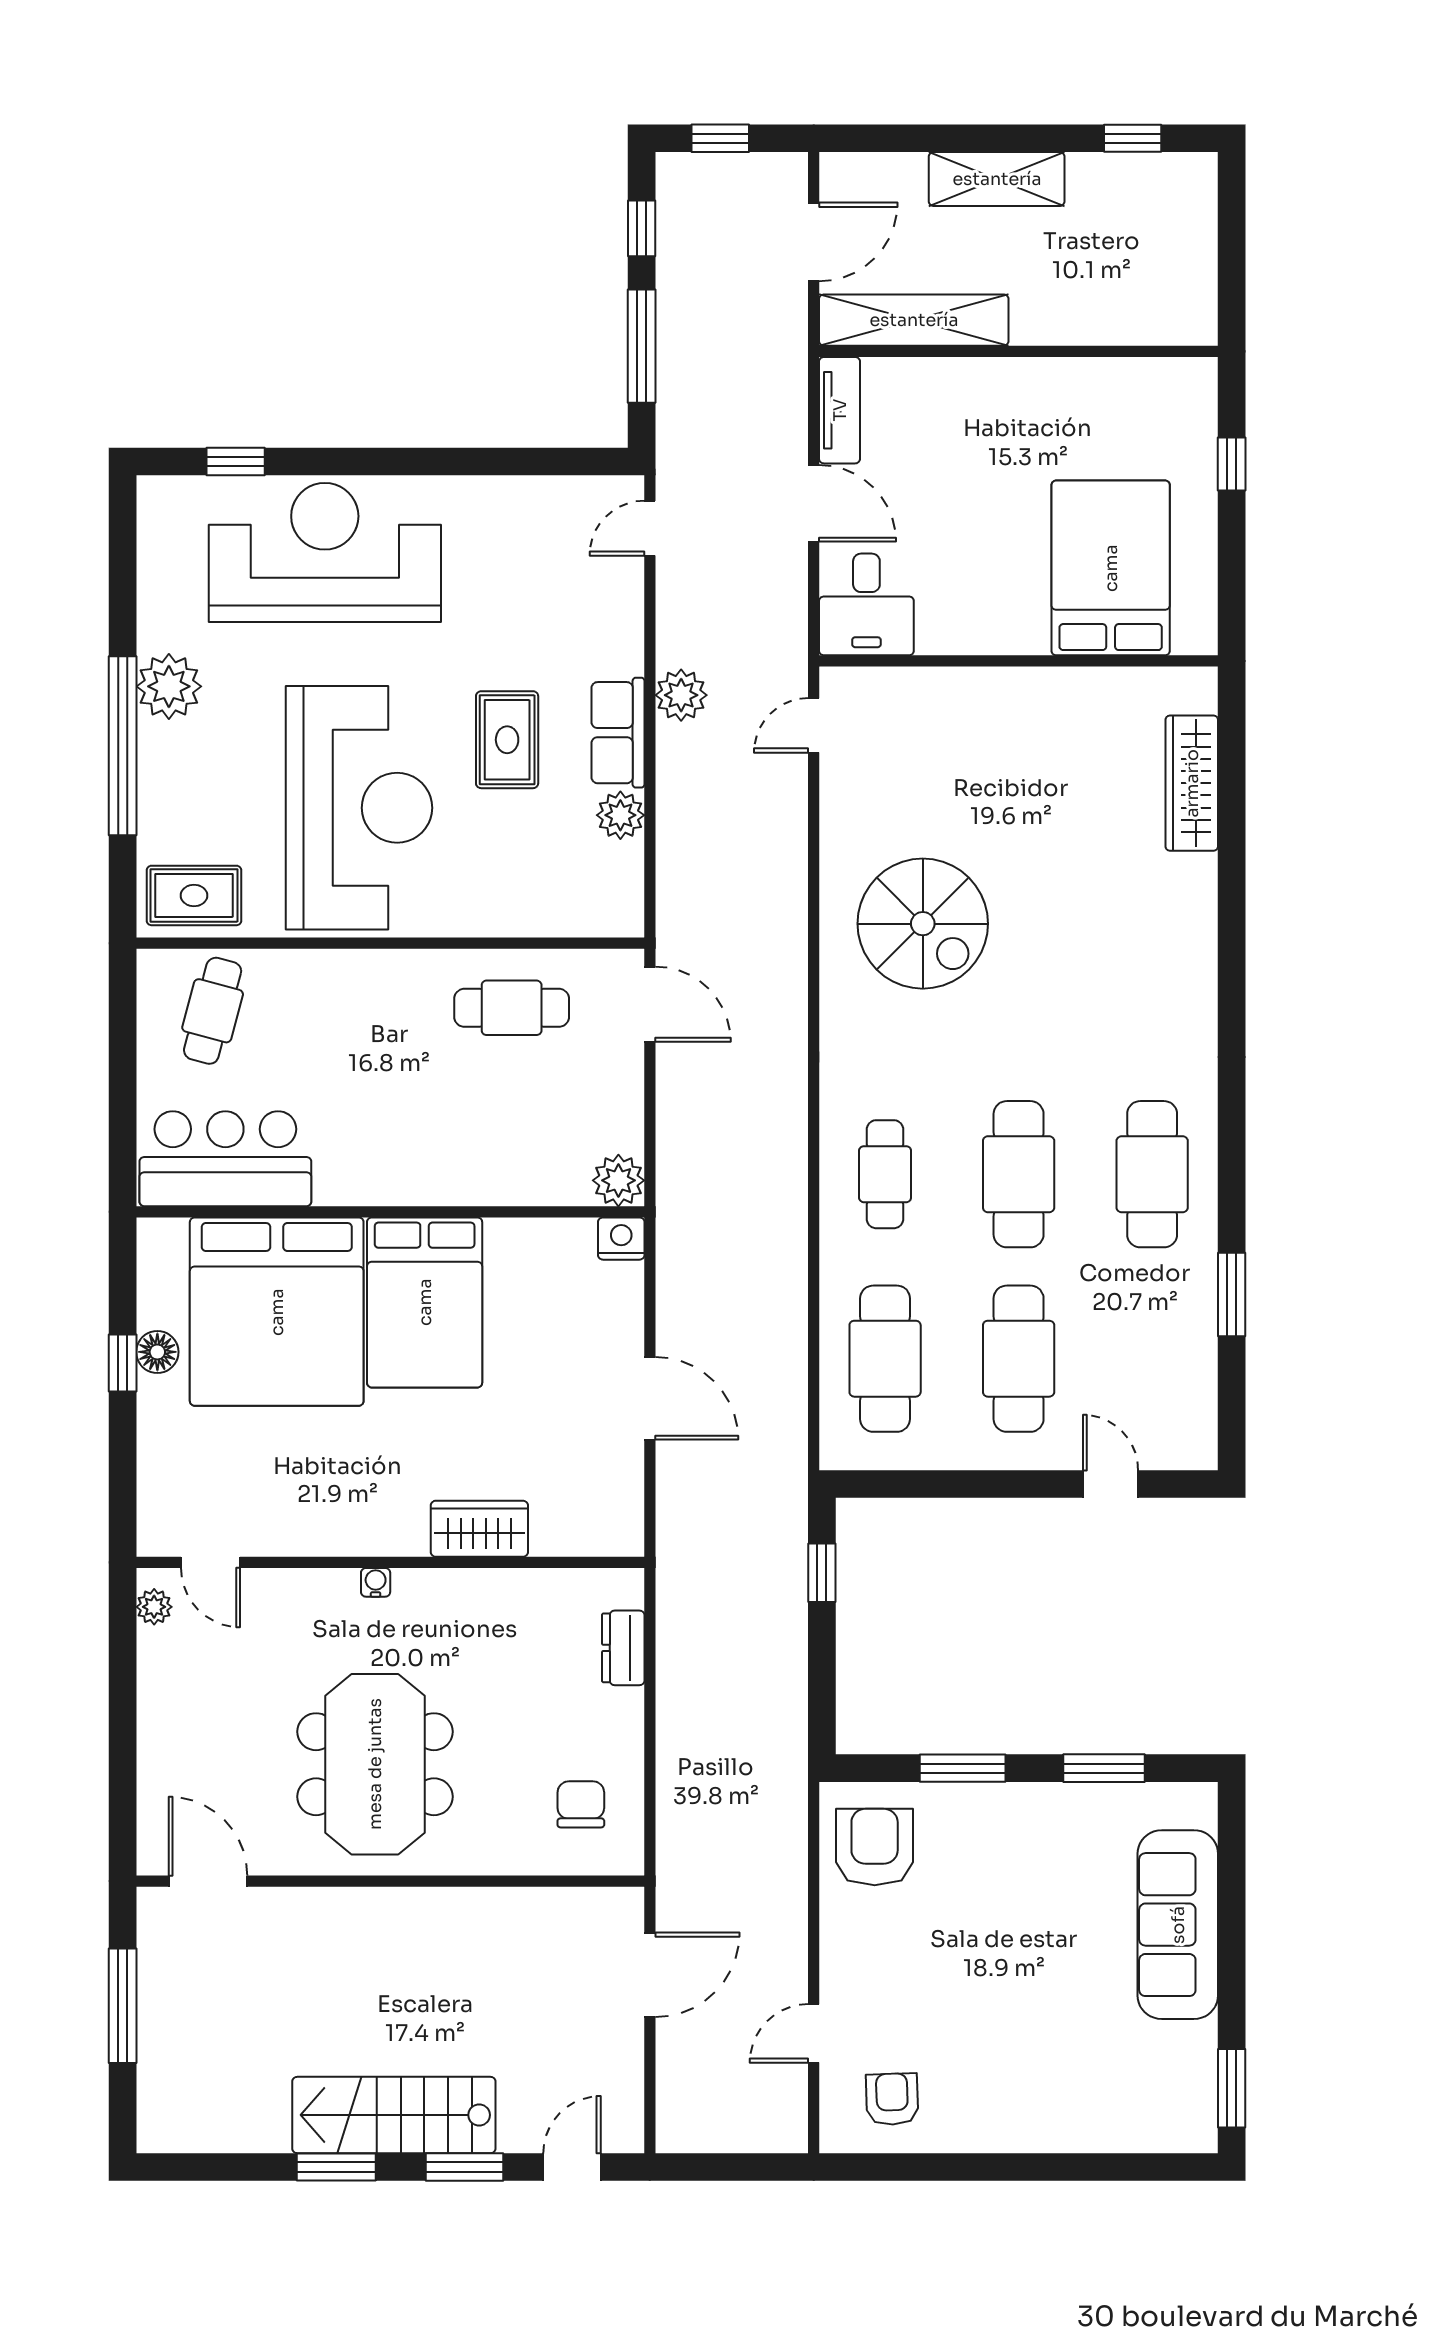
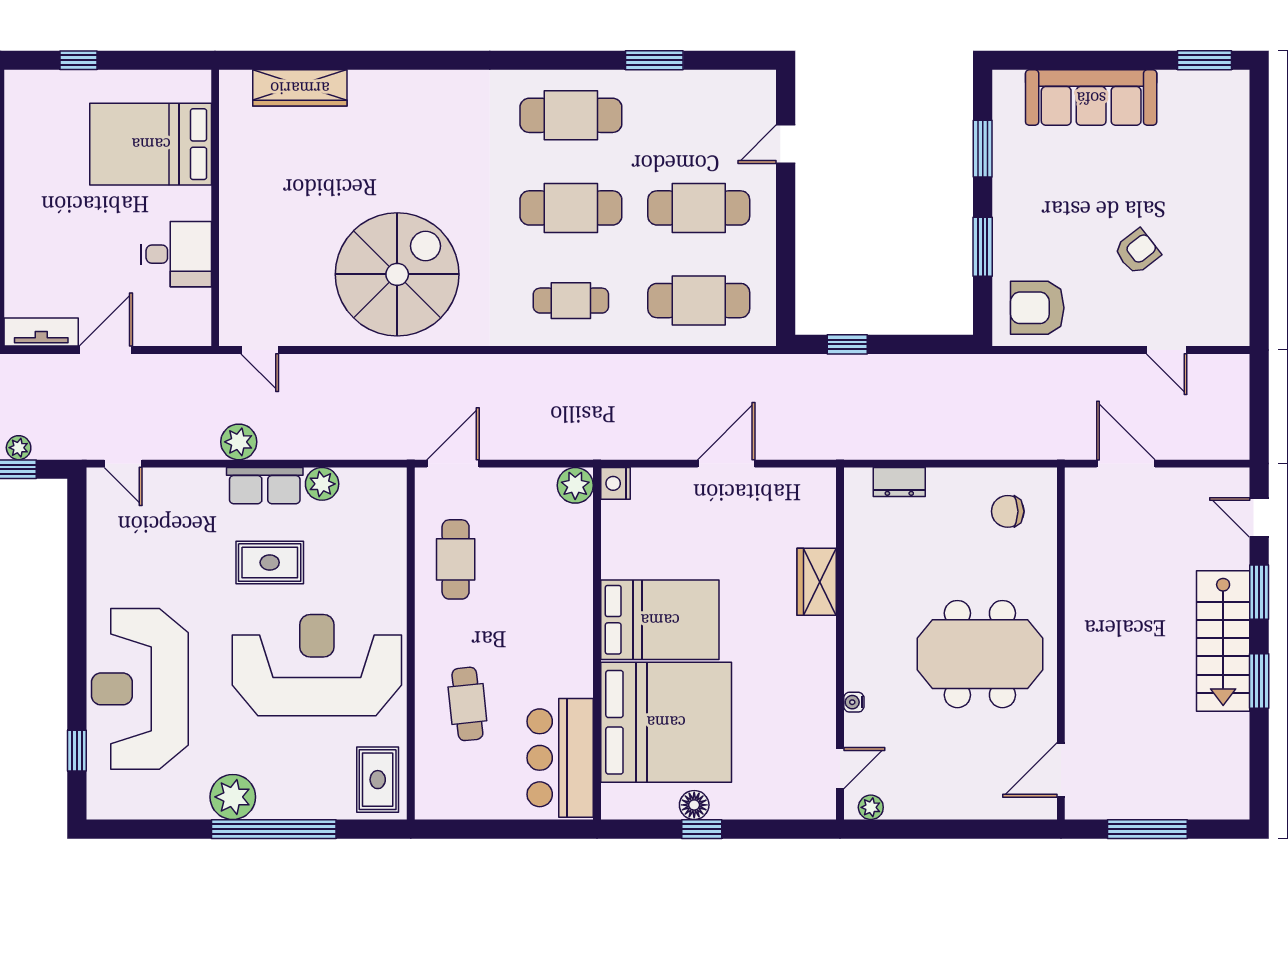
plant: (673, 378) -> (19, 448), added
desk: (866, 604) -> (176, 254), moved
spiral stairs: (923, 924) -> (397, 274), width x1.37, depth x1.37
cafe table: (213, 1011) -> (467, 704), moved, turned 69
water cooler: (376, 1582) -> (854, 702), moved
armchair: (892, 2099) -> (1137, 252), moved, turned 144

